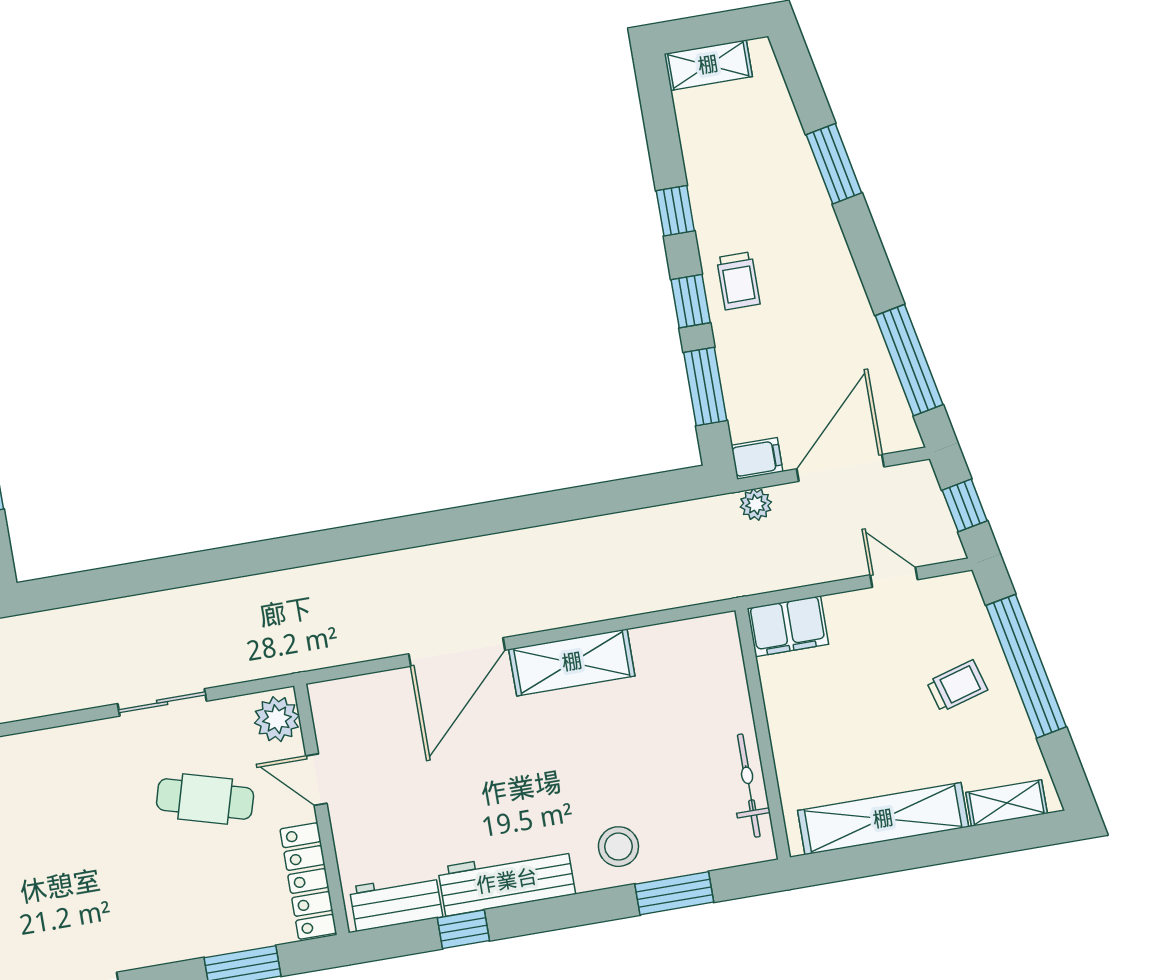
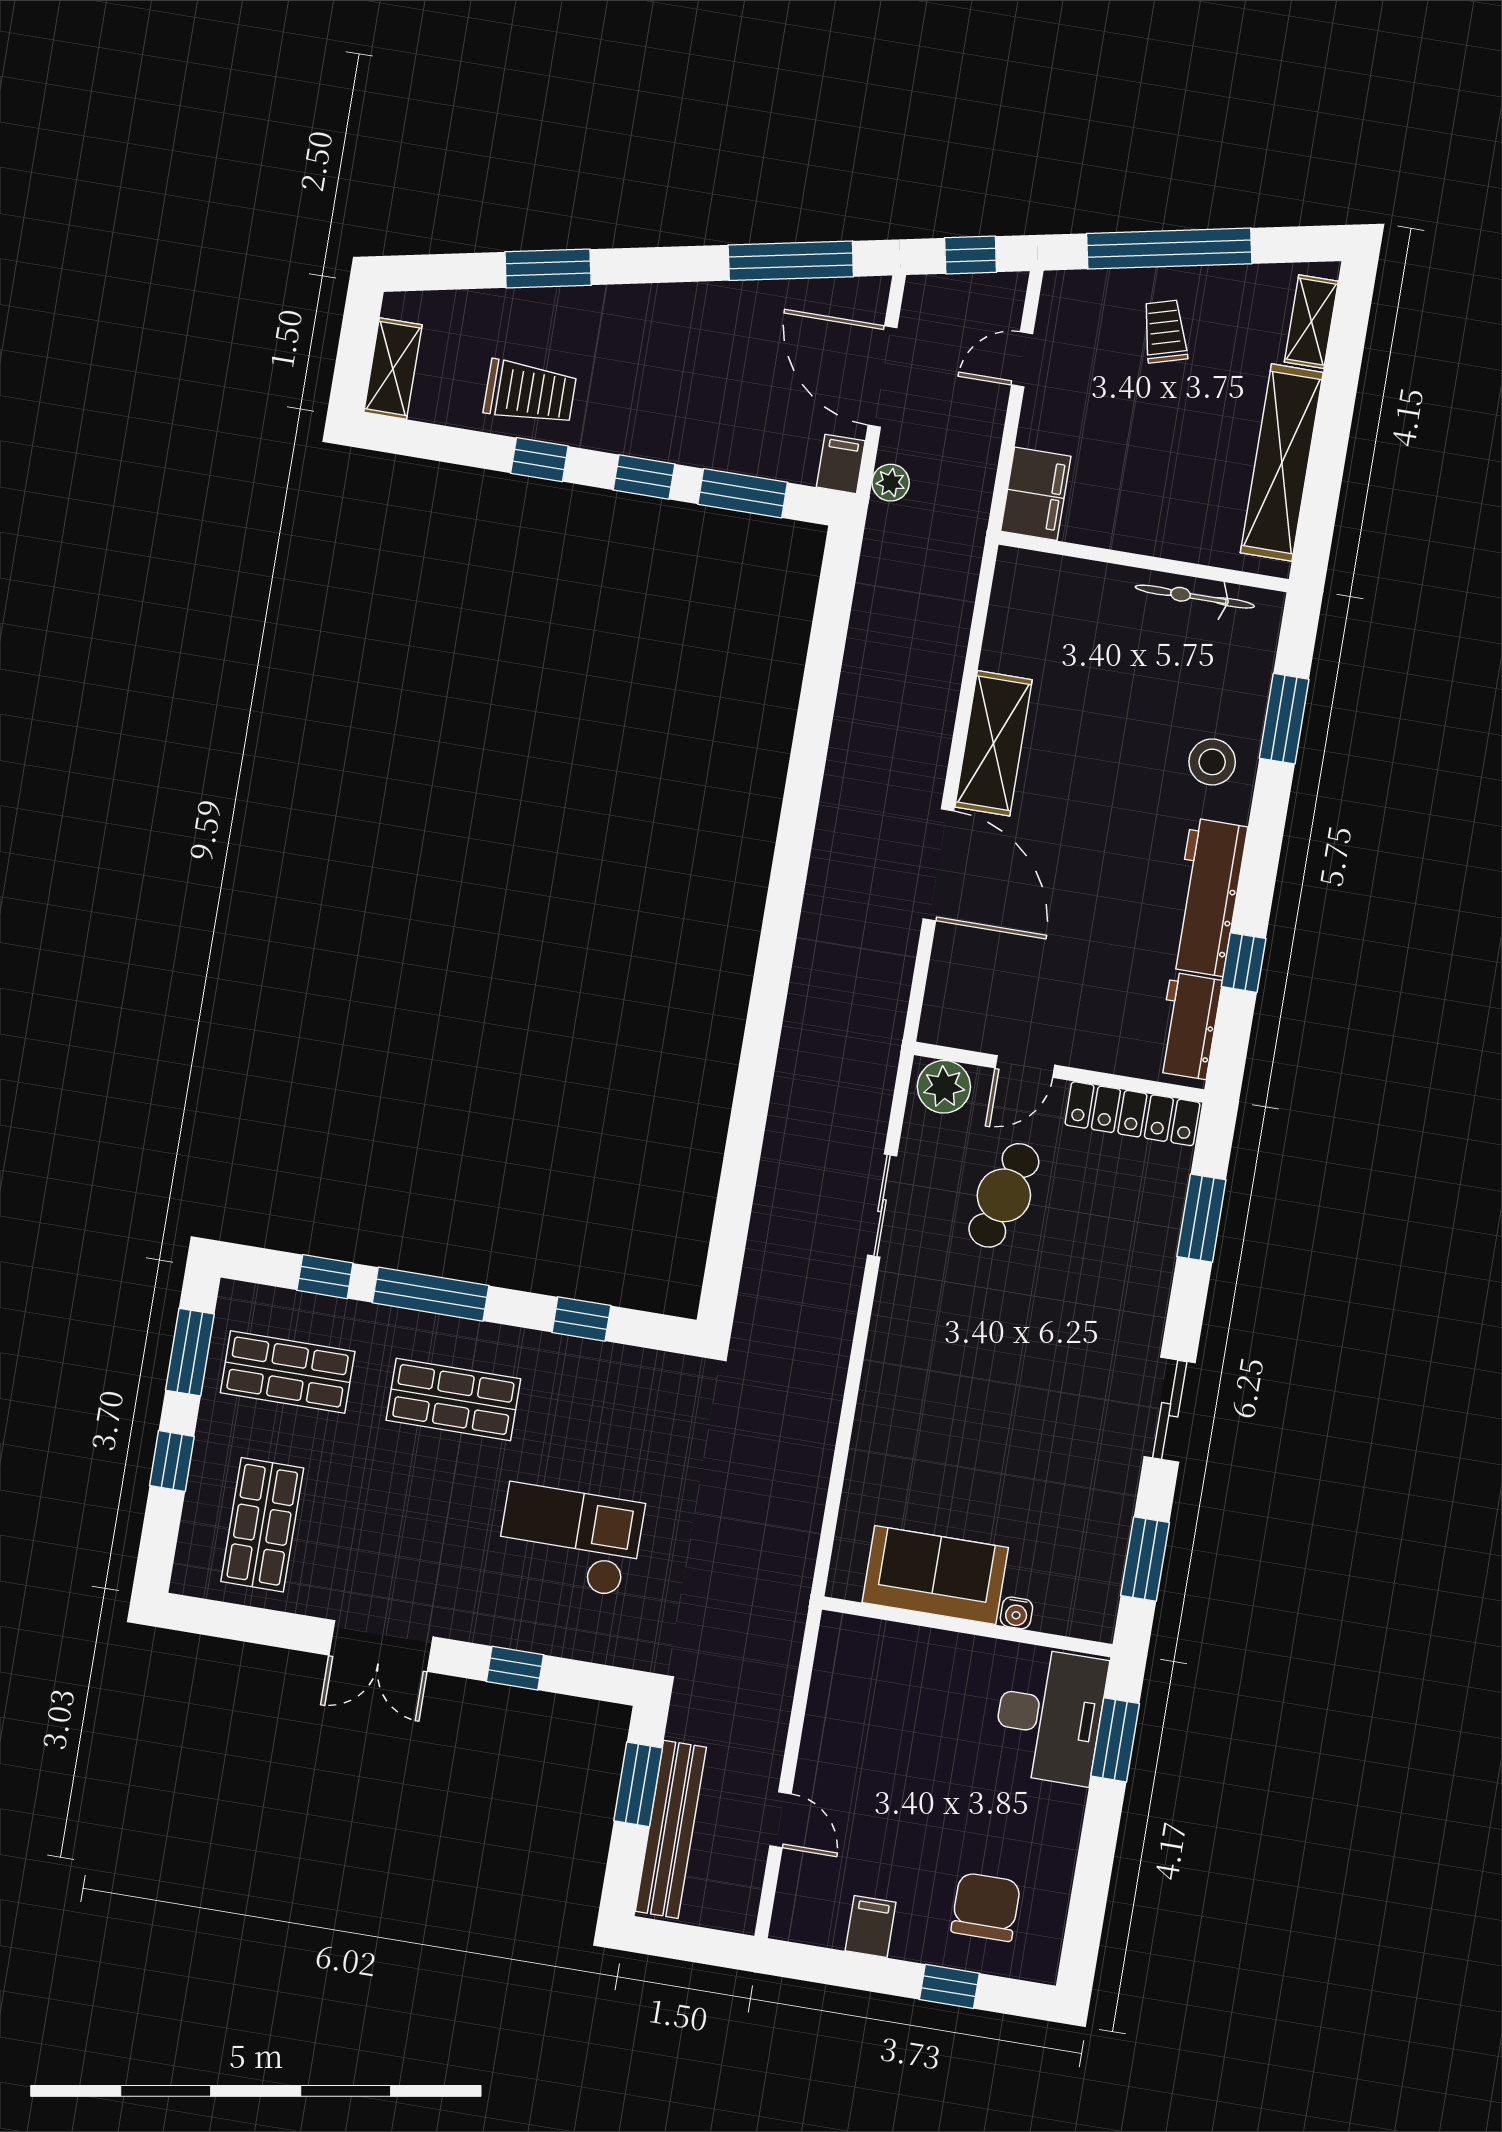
trolley: (738, 281) -> (530, 392), moved, width x1.36, depth x1.39

